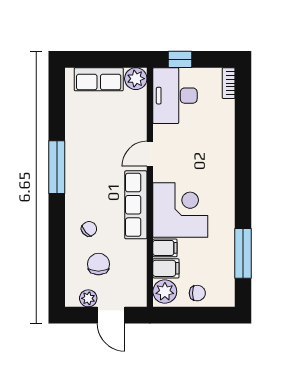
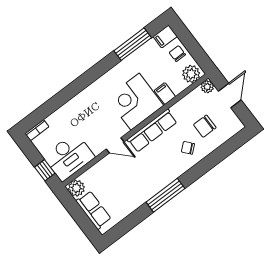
filing cabinet: (166, 268) -> (165, 37), moved, turned -90
plant: (88, 298) -> (207, 87), moved

